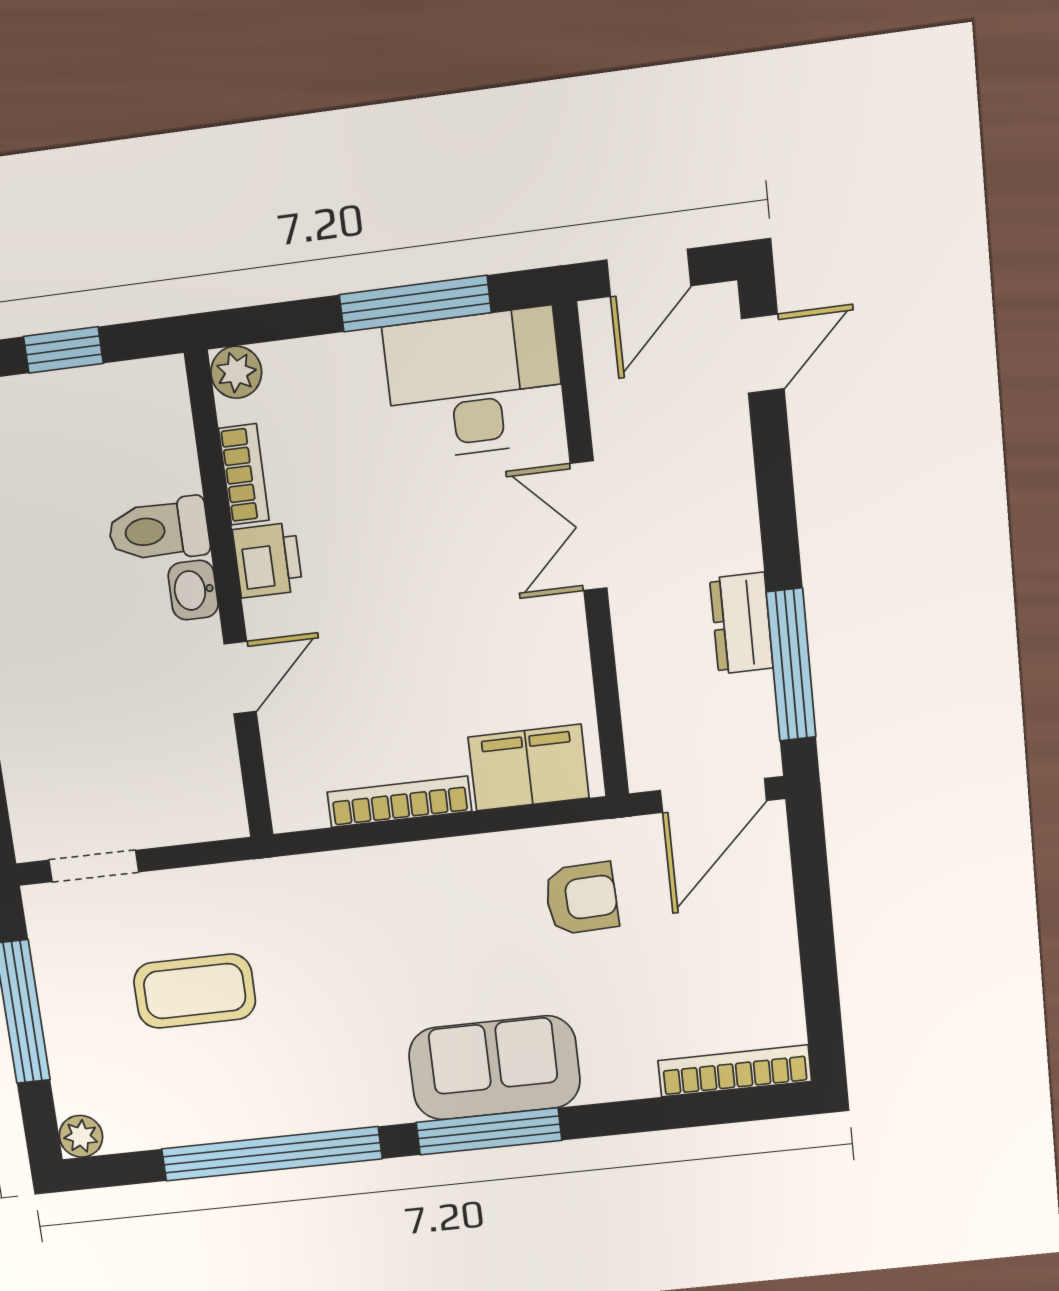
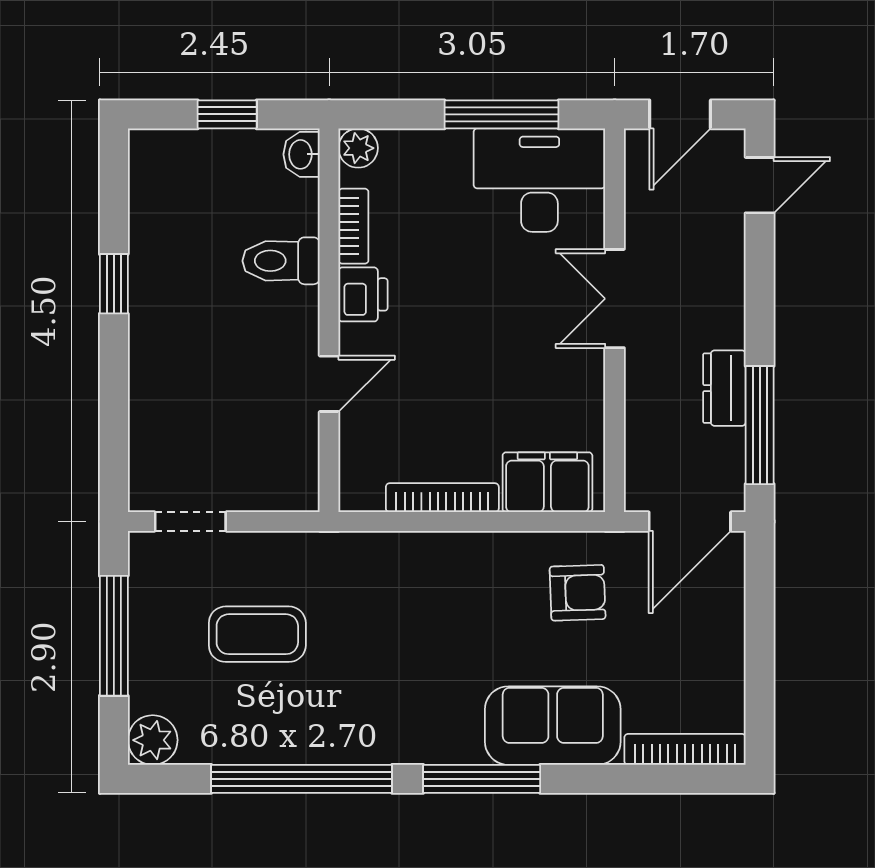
washbasin: (193, 590) -> (302, 154), moved
sofa: (494, 1068) -> (553, 726), moved
plant: (81, 1136) -> (153, 740), width x1.38, depth x1.38

